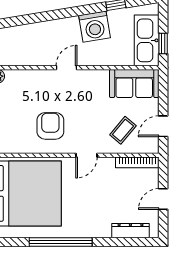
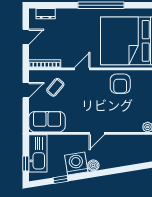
boiler: (71, 24) -> (93, 165), added
window: (163, 44) -> (26, 163), moved
armchair: (50, 126) -> (120, 84), moved
dresser: (130, 231) -> (46, 14), width x0.70

